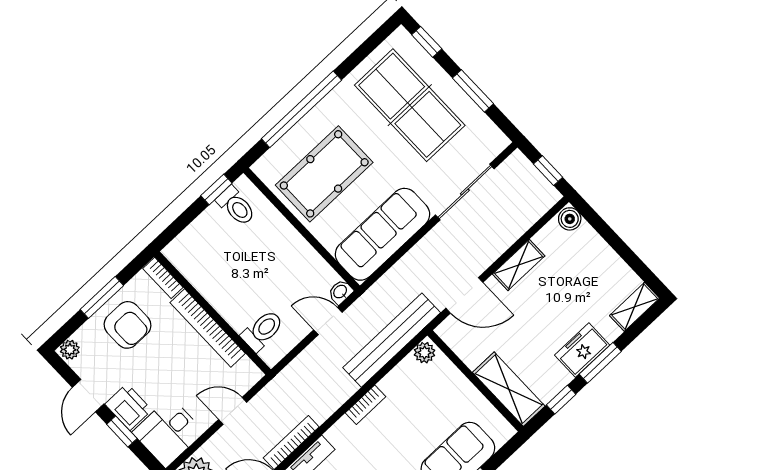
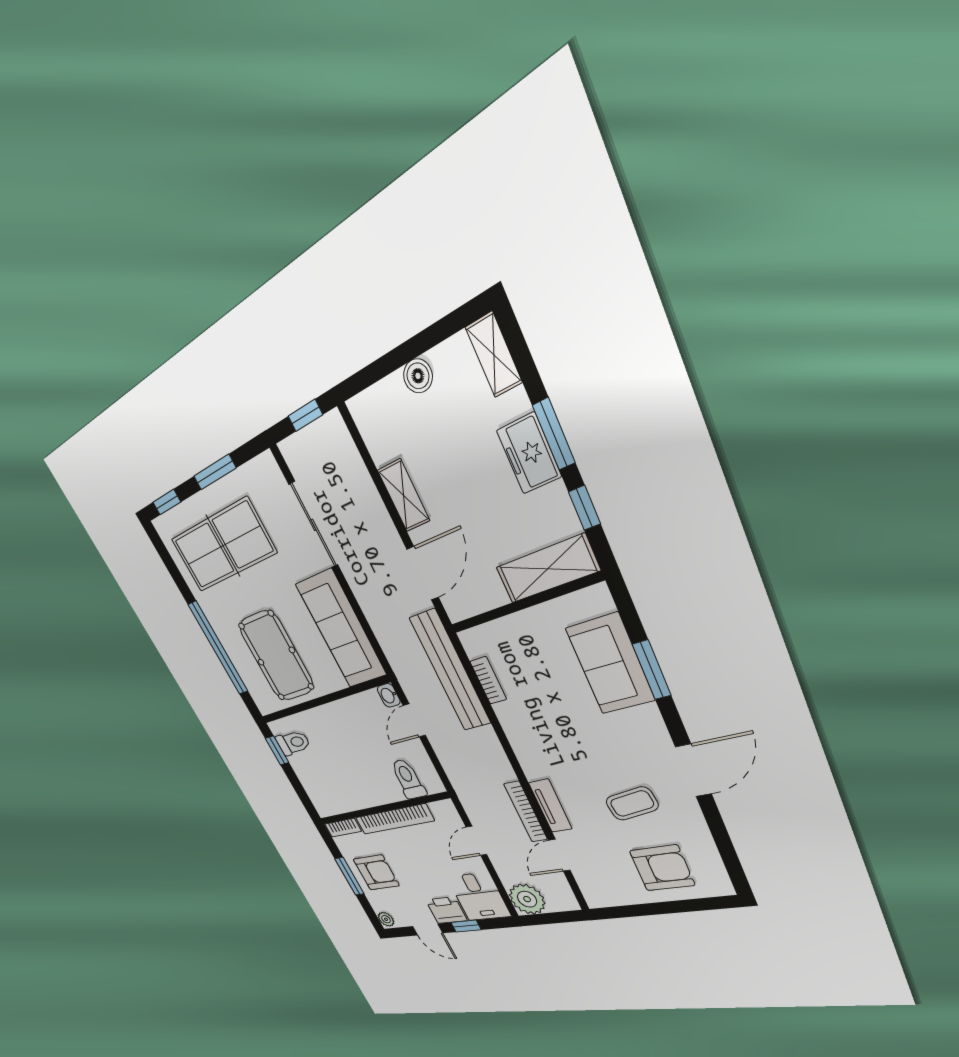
boiler: (570, 219) -> (418, 376), moved
plant: (424, 353) -> (474, 644), removed
bookcase: (366, 405) -> (488, 680), moved

